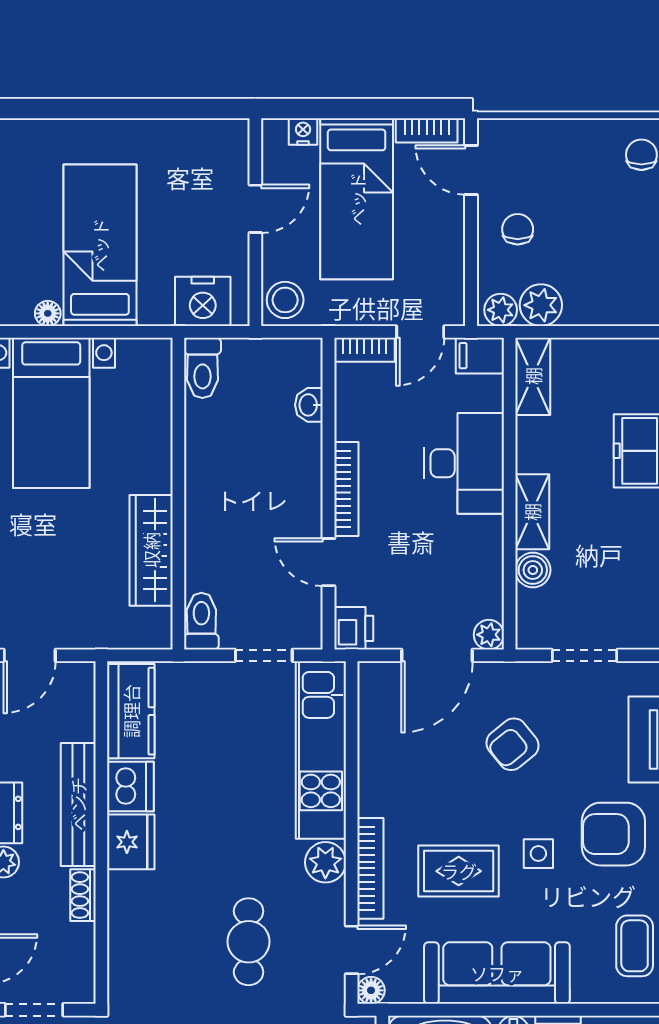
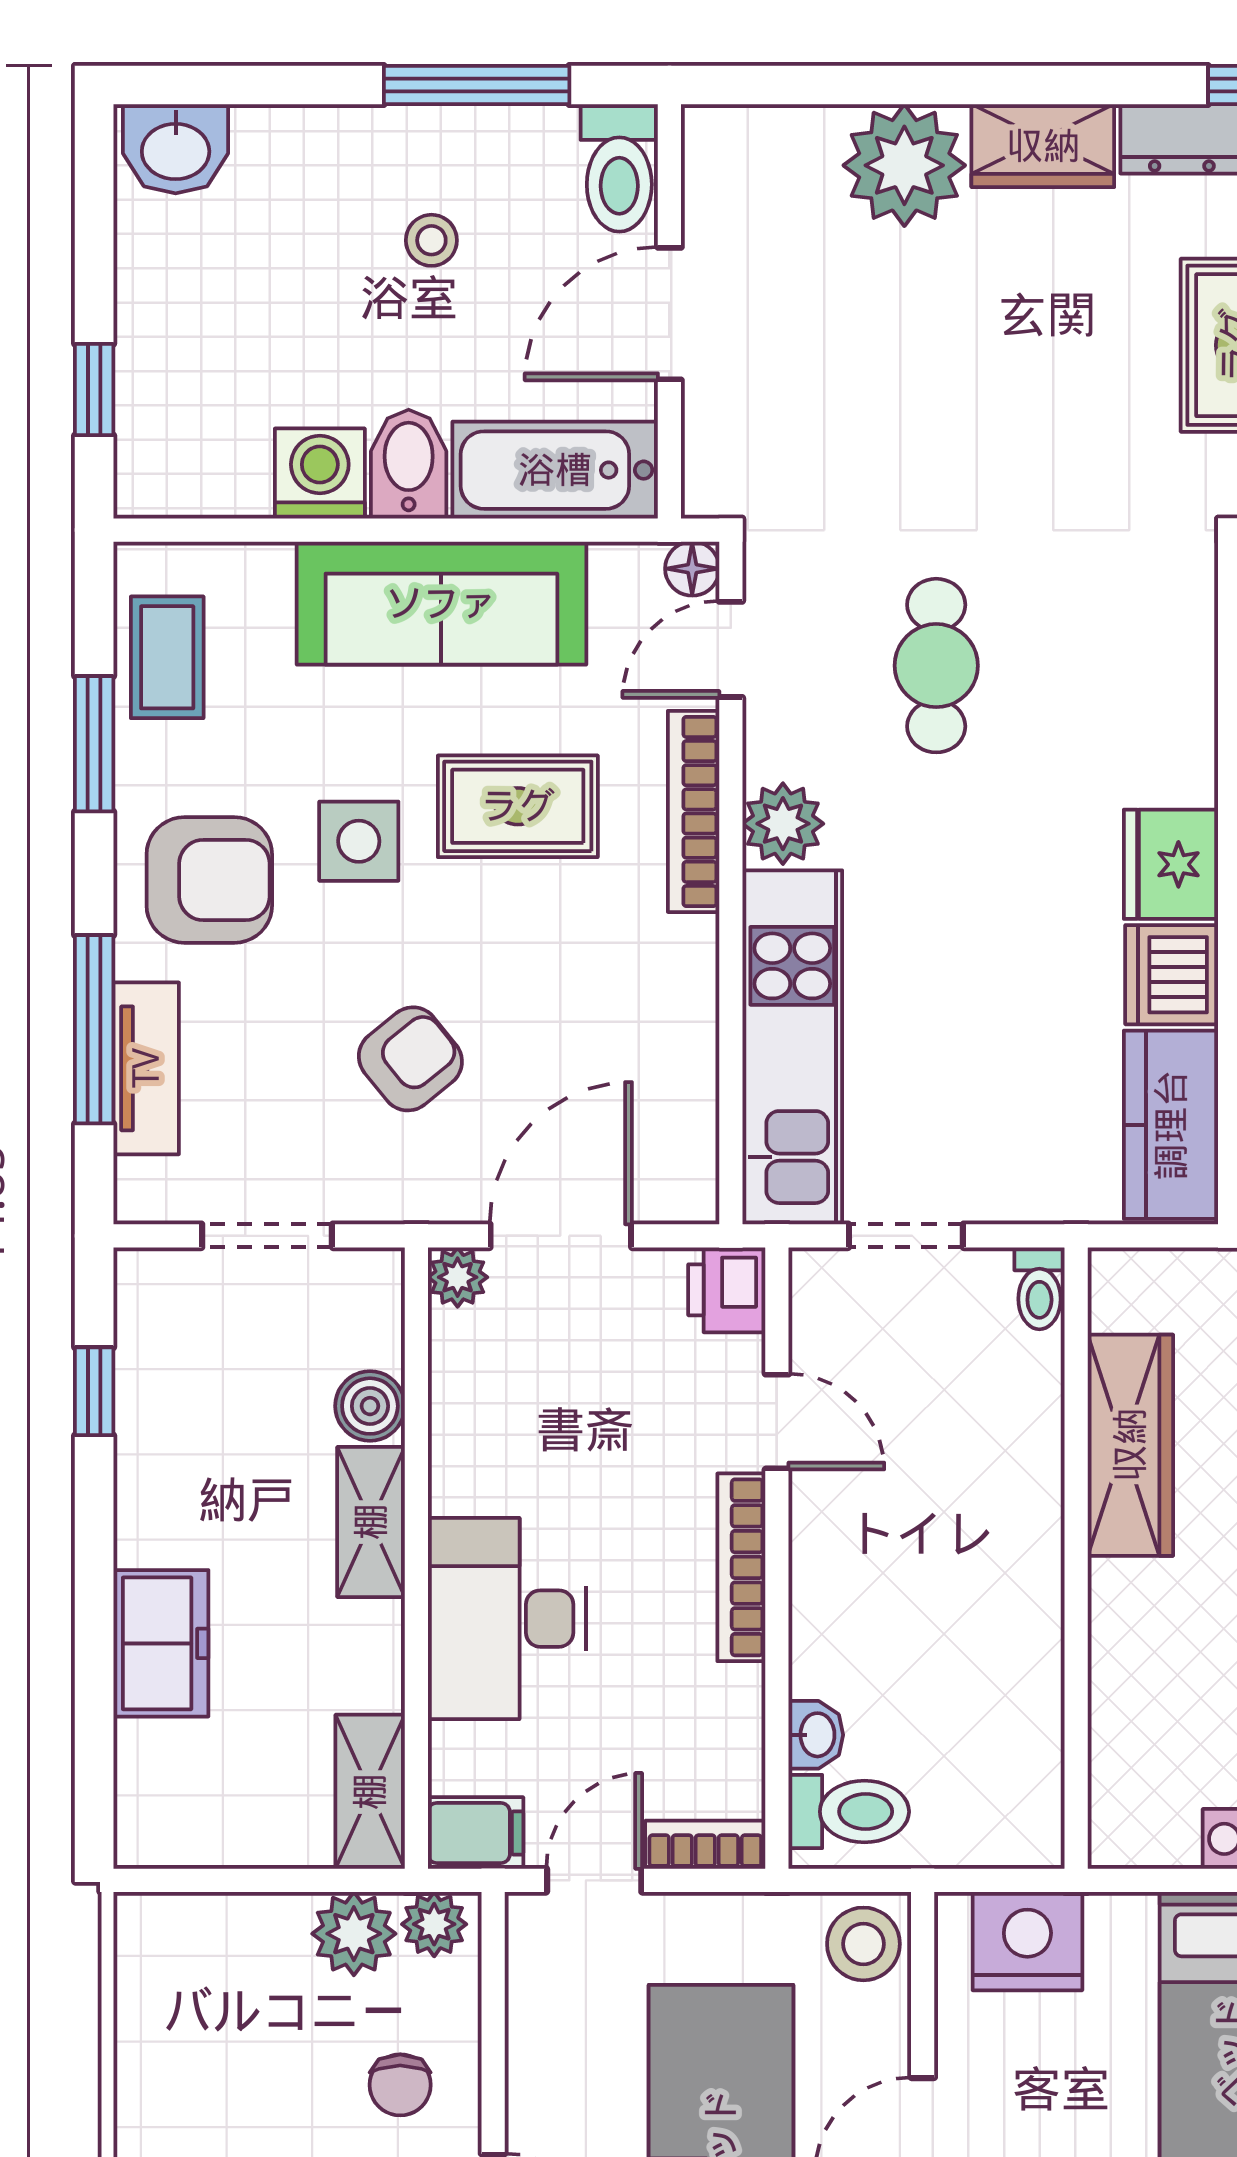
toilet: (202, 368) -> (849, 1812), moved, turned 90
toilet: (201, 621) -> (1039, 1288), width x0.73, depth x0.72
side table: (538, 854) -> (359, 841), width x1.37, depth x1.37

